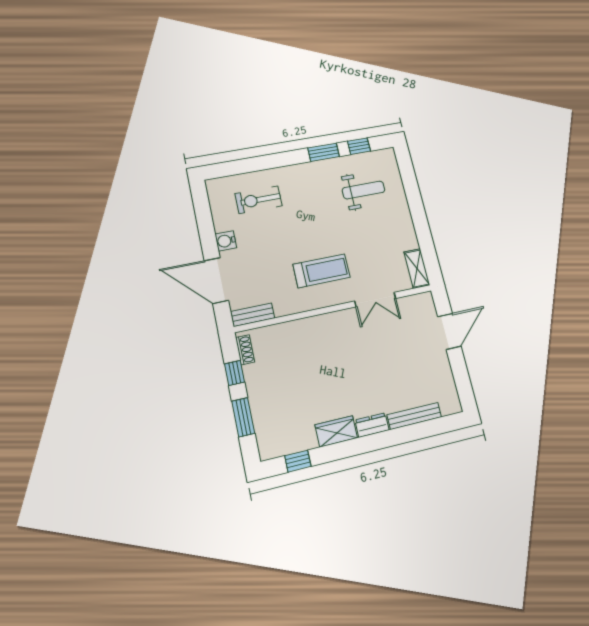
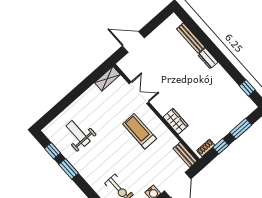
wardrobe: (336, 431) -> (176, 121), moved, turned 180

